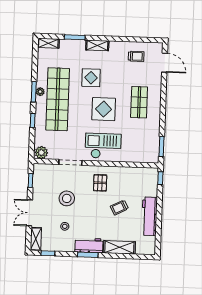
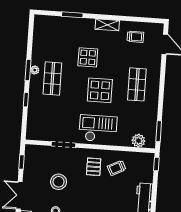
shelving: (48, 43) -> (45, 20), removed
shelving: (97, 45) -> (107, 25), moved
shop shelf: (58, 99) -> (52, 79), width x0.50, depth x0.74
plant: (41, 153) -> (138, 141), moved
trolley: (119, 207) -> (117, 168), moved

